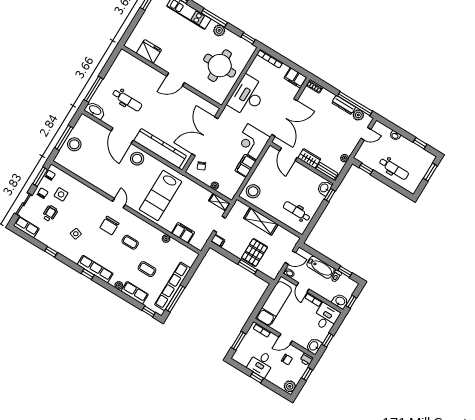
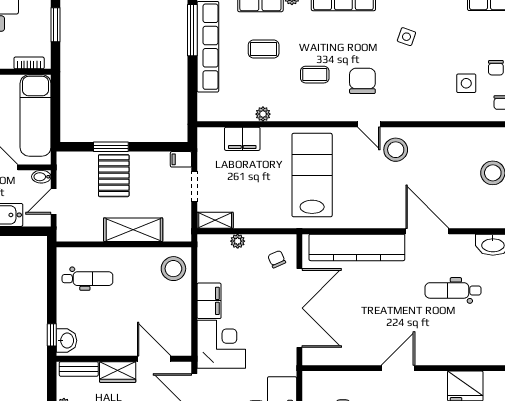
stool: (137, 159) -> (396, 150), moved
wheelchair: (50, 214) -> (465, 43), removed

